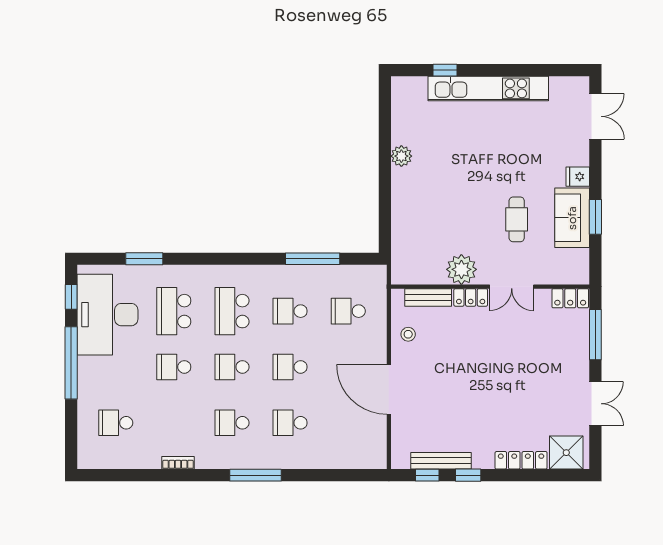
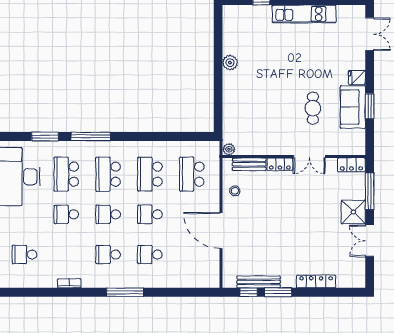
kitchen unit: (488, 88) -> (304, 14), width x0.73
window: (313, 259) -> (91, 136), moved
plant: (461, 269) -> (229, 149), moved, width x0.53, depth x0.53
school desk: (290, 311) -> (150, 174), width x1.85
school desk: (348, 311) -> (192, 174), width x1.85
double door: (595, 404) -> (370, 241), swing flipped
shower: (566, 453) -> (353, 212), moved
window: (468, 475) -> (278, 292), width x1.50

